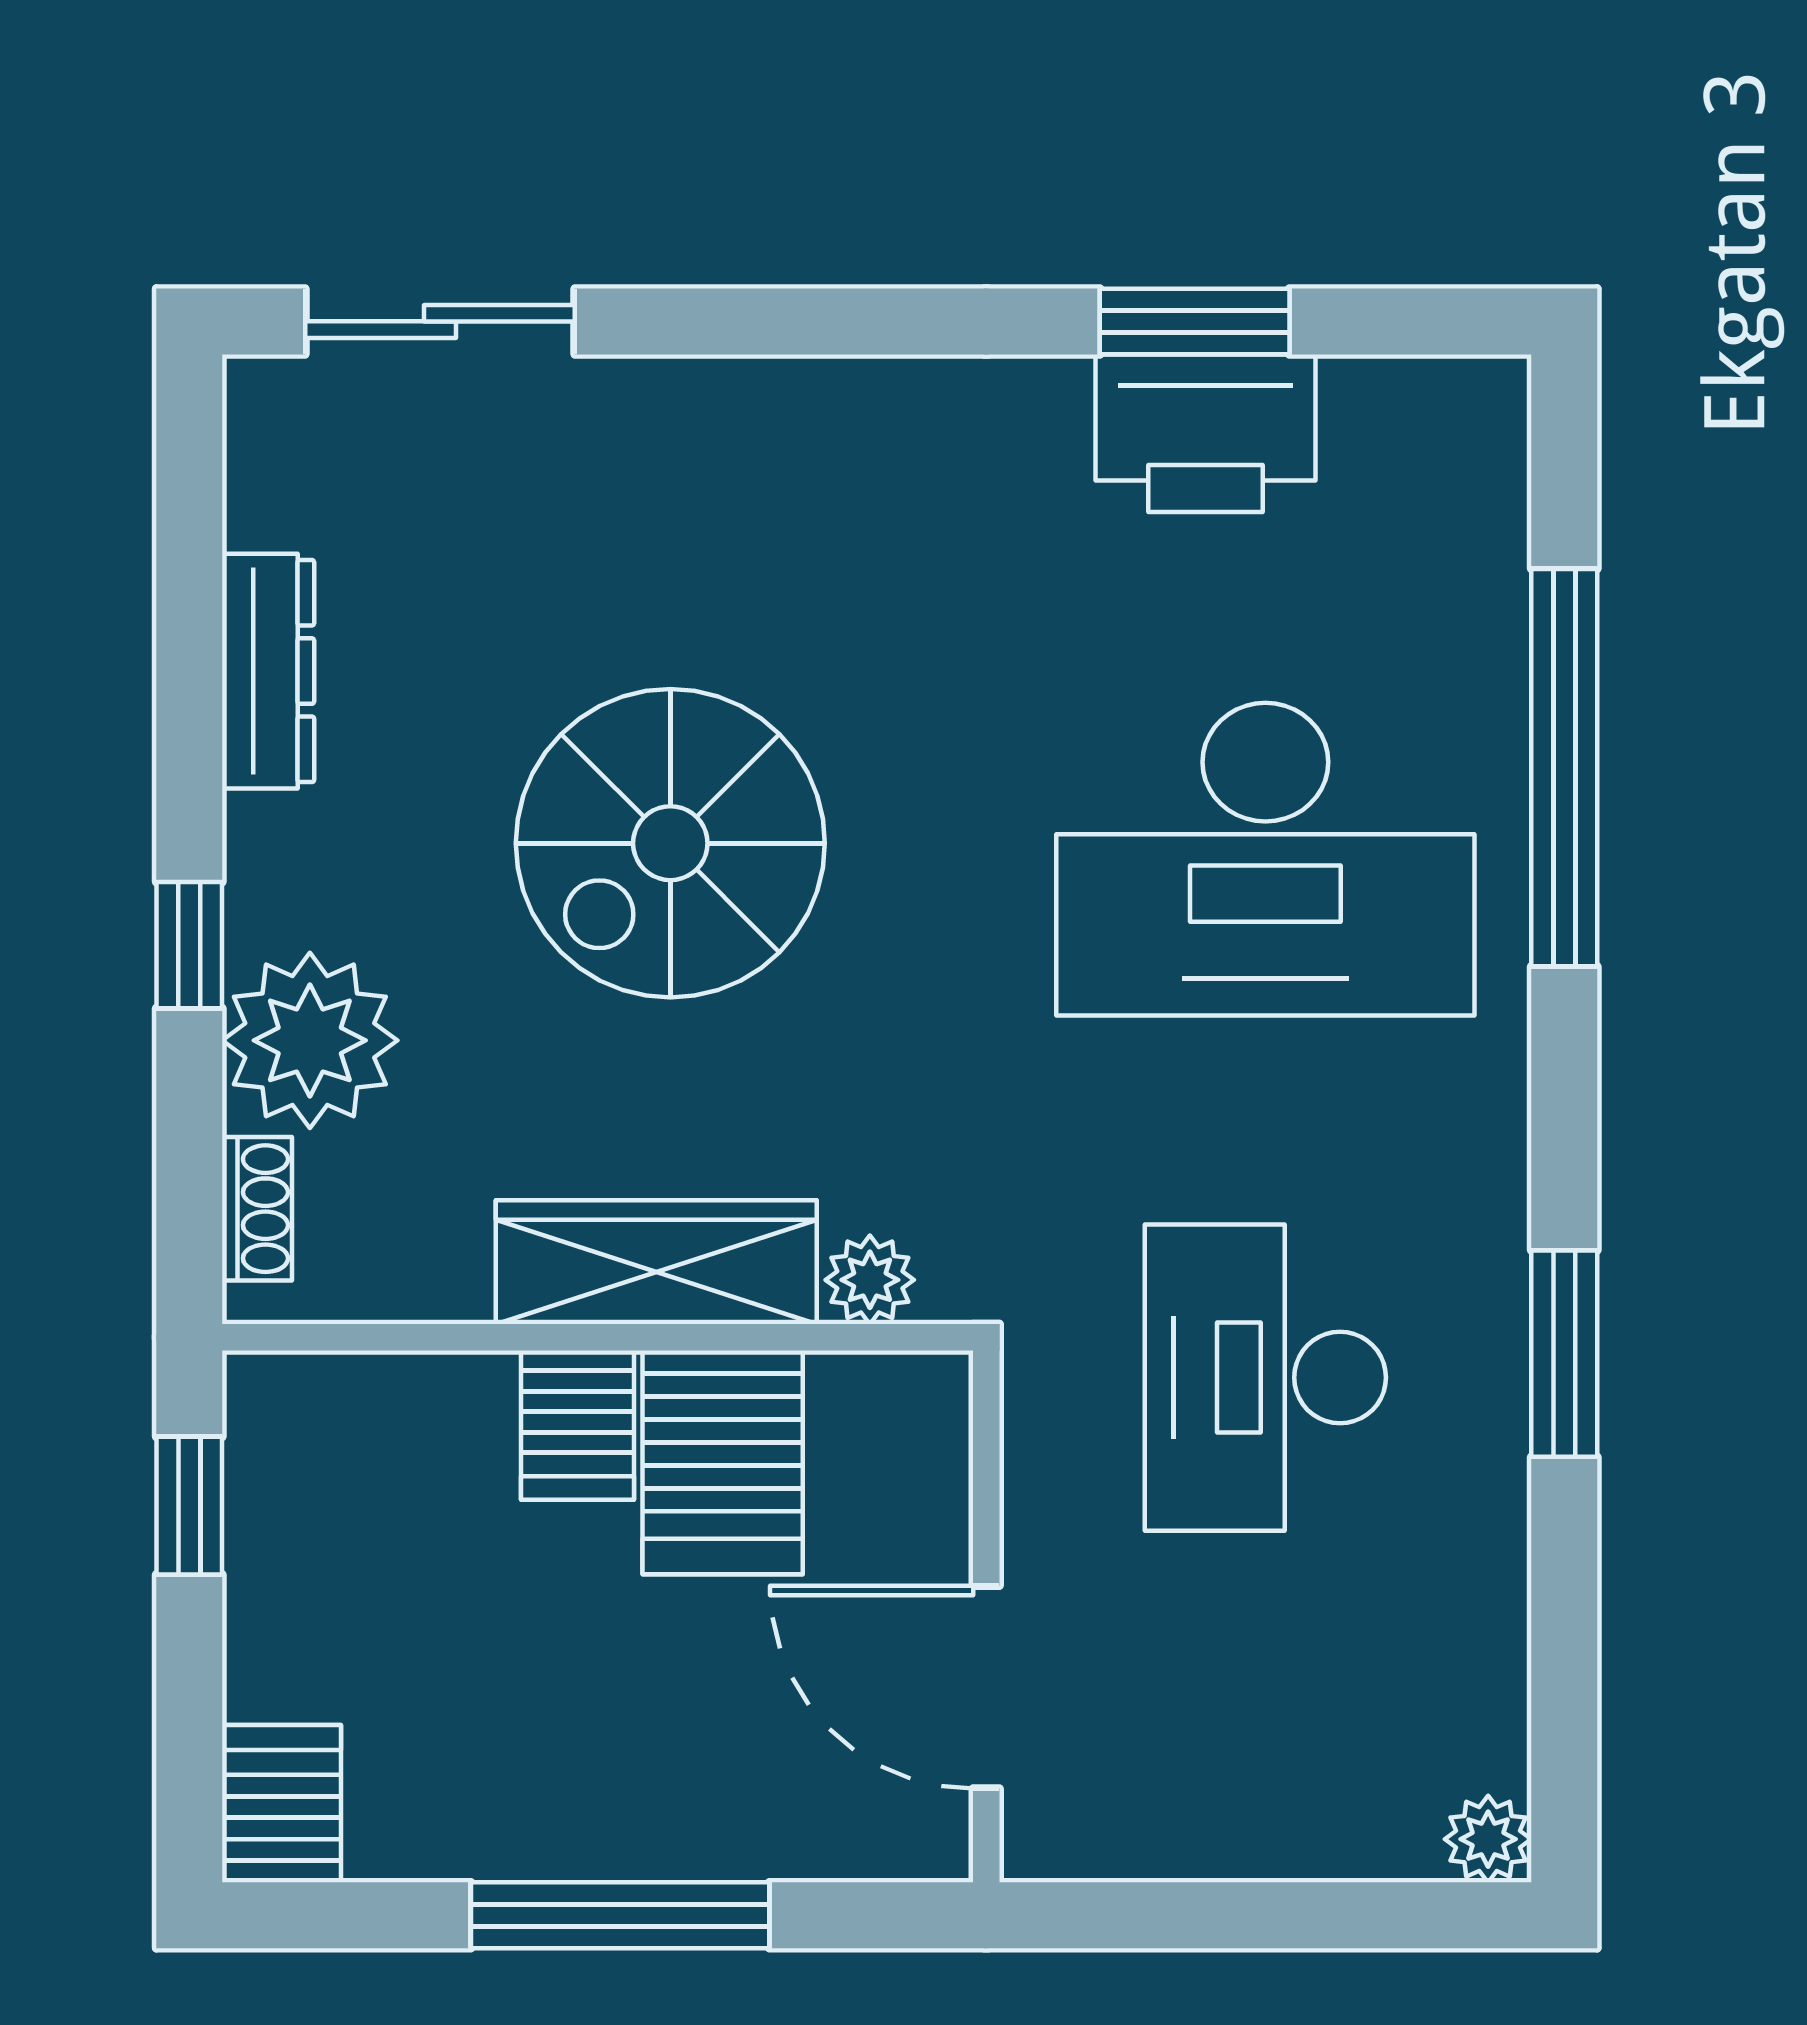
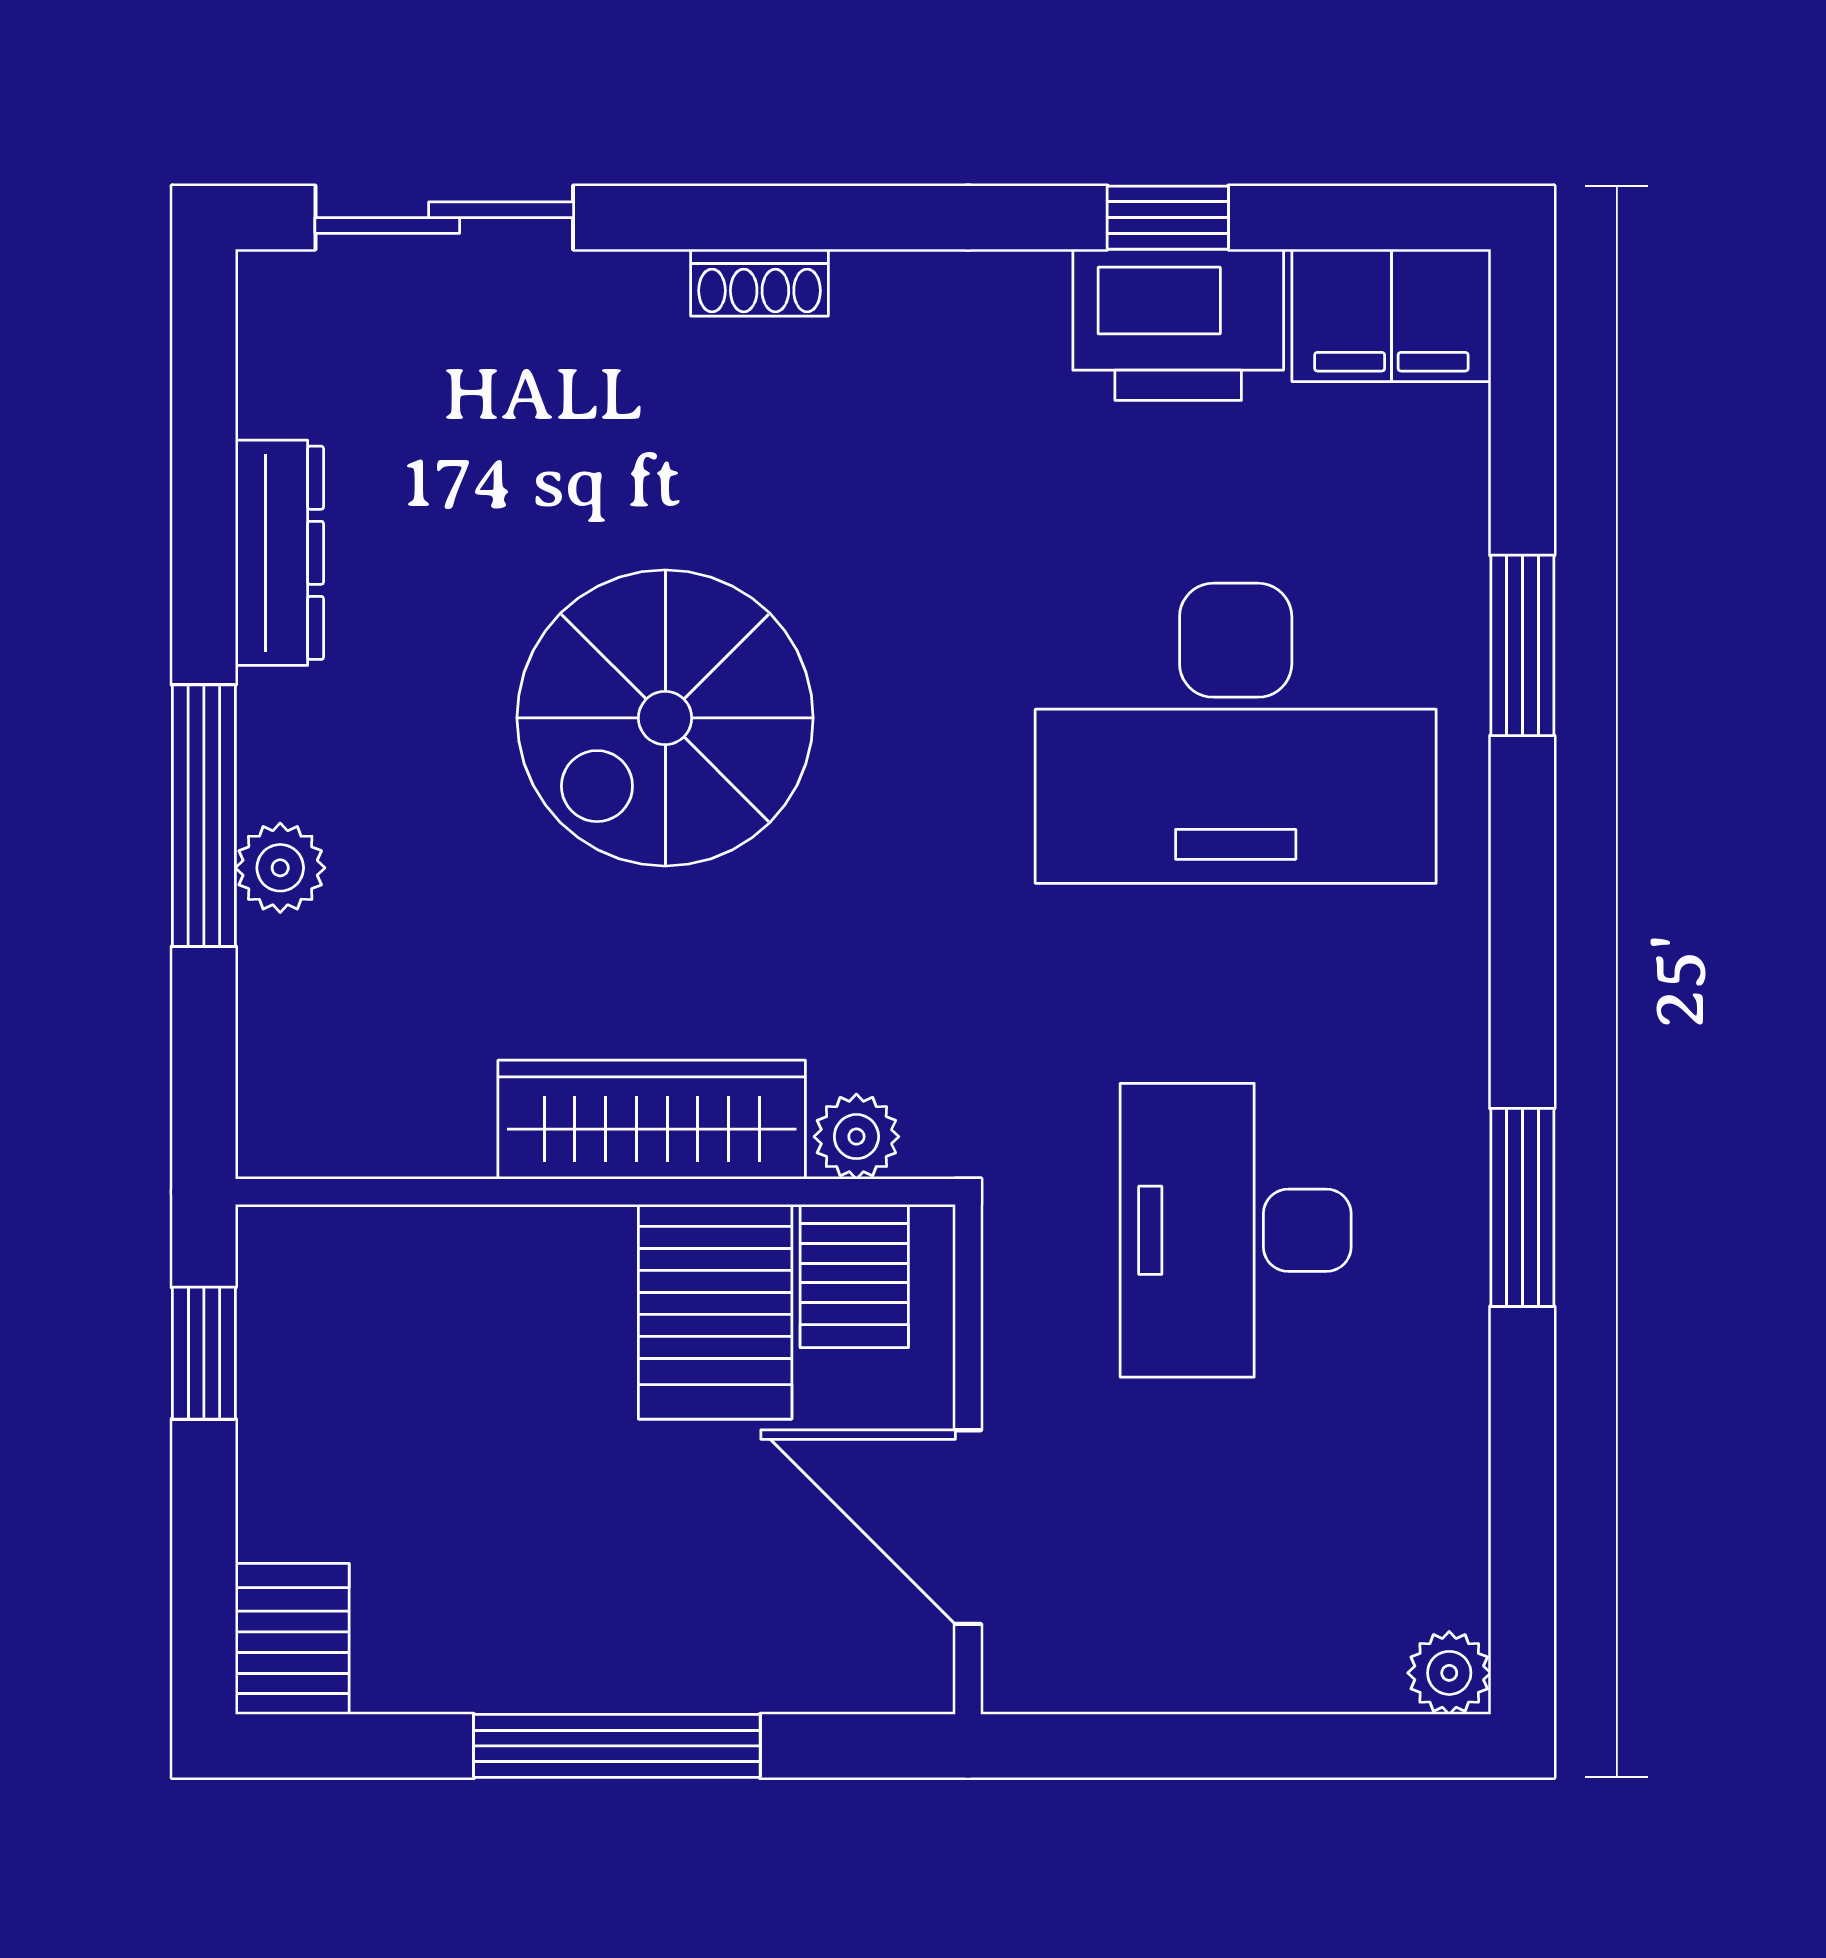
window: (1195, 321) -> (1168, 218), width x0.67
filing cabinet: (1428, 423) -> (1391, 315), added
window: (1564, 768) -> (1522, 645), width x0.47
window: (189, 945) -> (204, 816), width x2.17
plant: (310, 1040) -> (280, 868), width x0.53, depth x0.53
shoe rack: (257, 1209) -> (760, 283), moved, turned 90
server rack: (577, 1425) -> (854, 1276), moved

